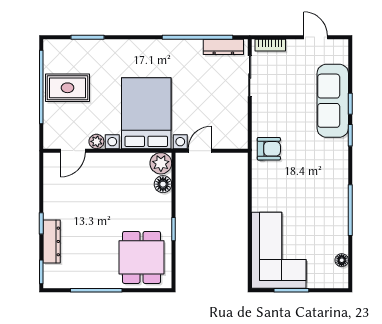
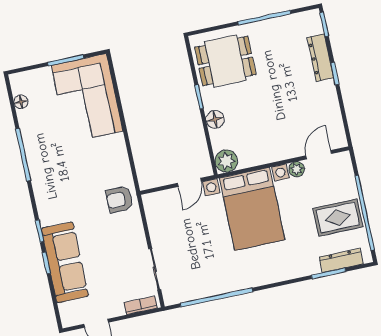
dresser: (223, 47) -> (341, 260), moved
floor lamp: (163, 184) -> (215, 119), moved
dining table: (142, 257) -> (225, 61), turned 90

